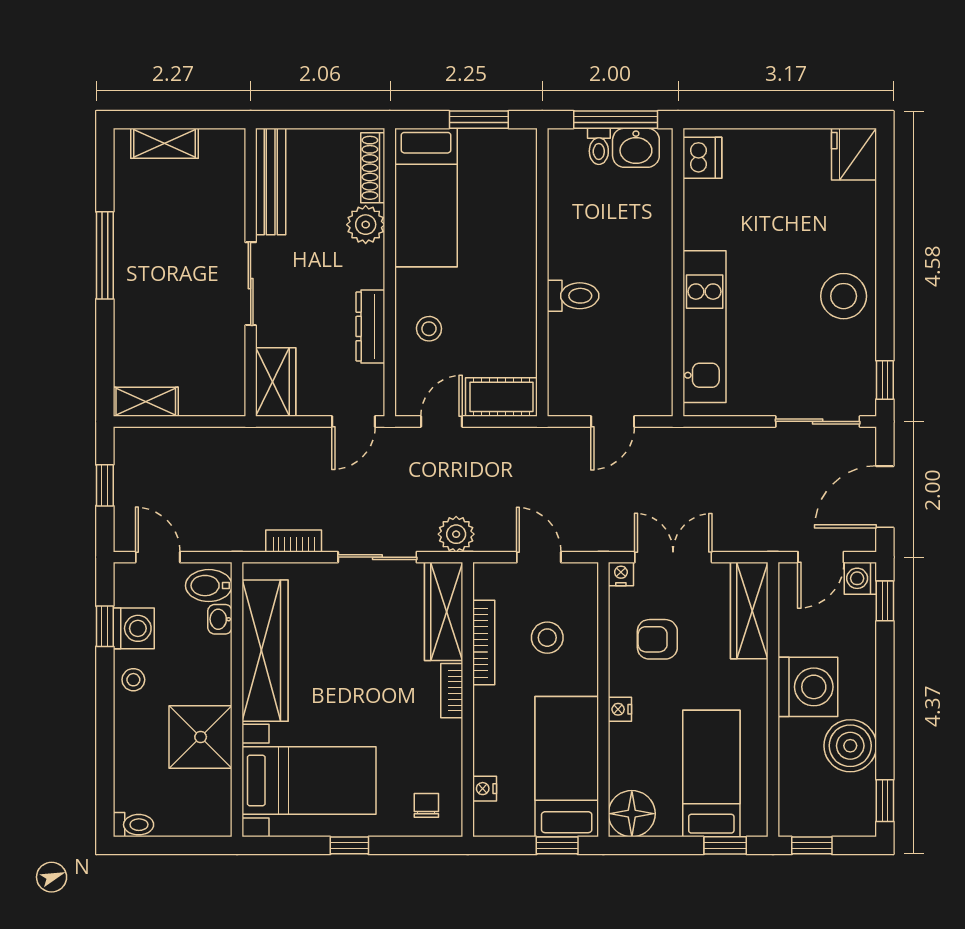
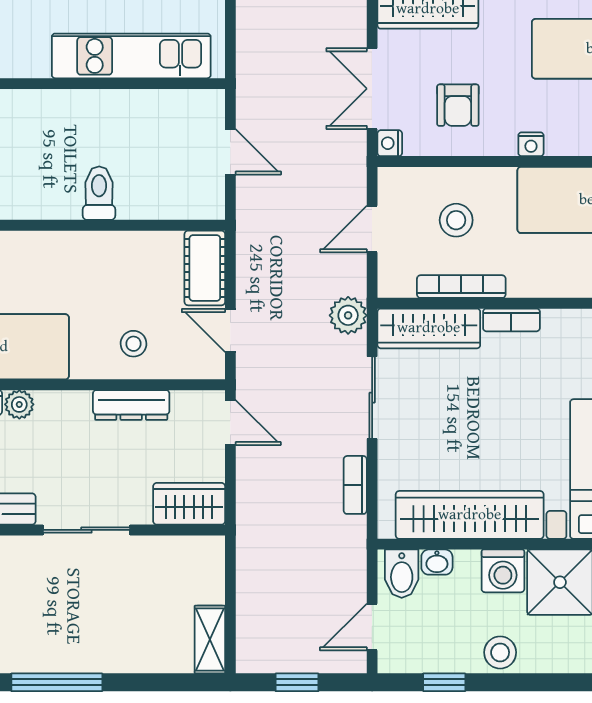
plant: (366, 225) -> (19, 404), width x0.73, depth x0.73
washing machine: (134, 628) -> (503, 571), moved, turned 180
stool: (133, 680) -> (500, 652), width x1.37, depth x1.37

